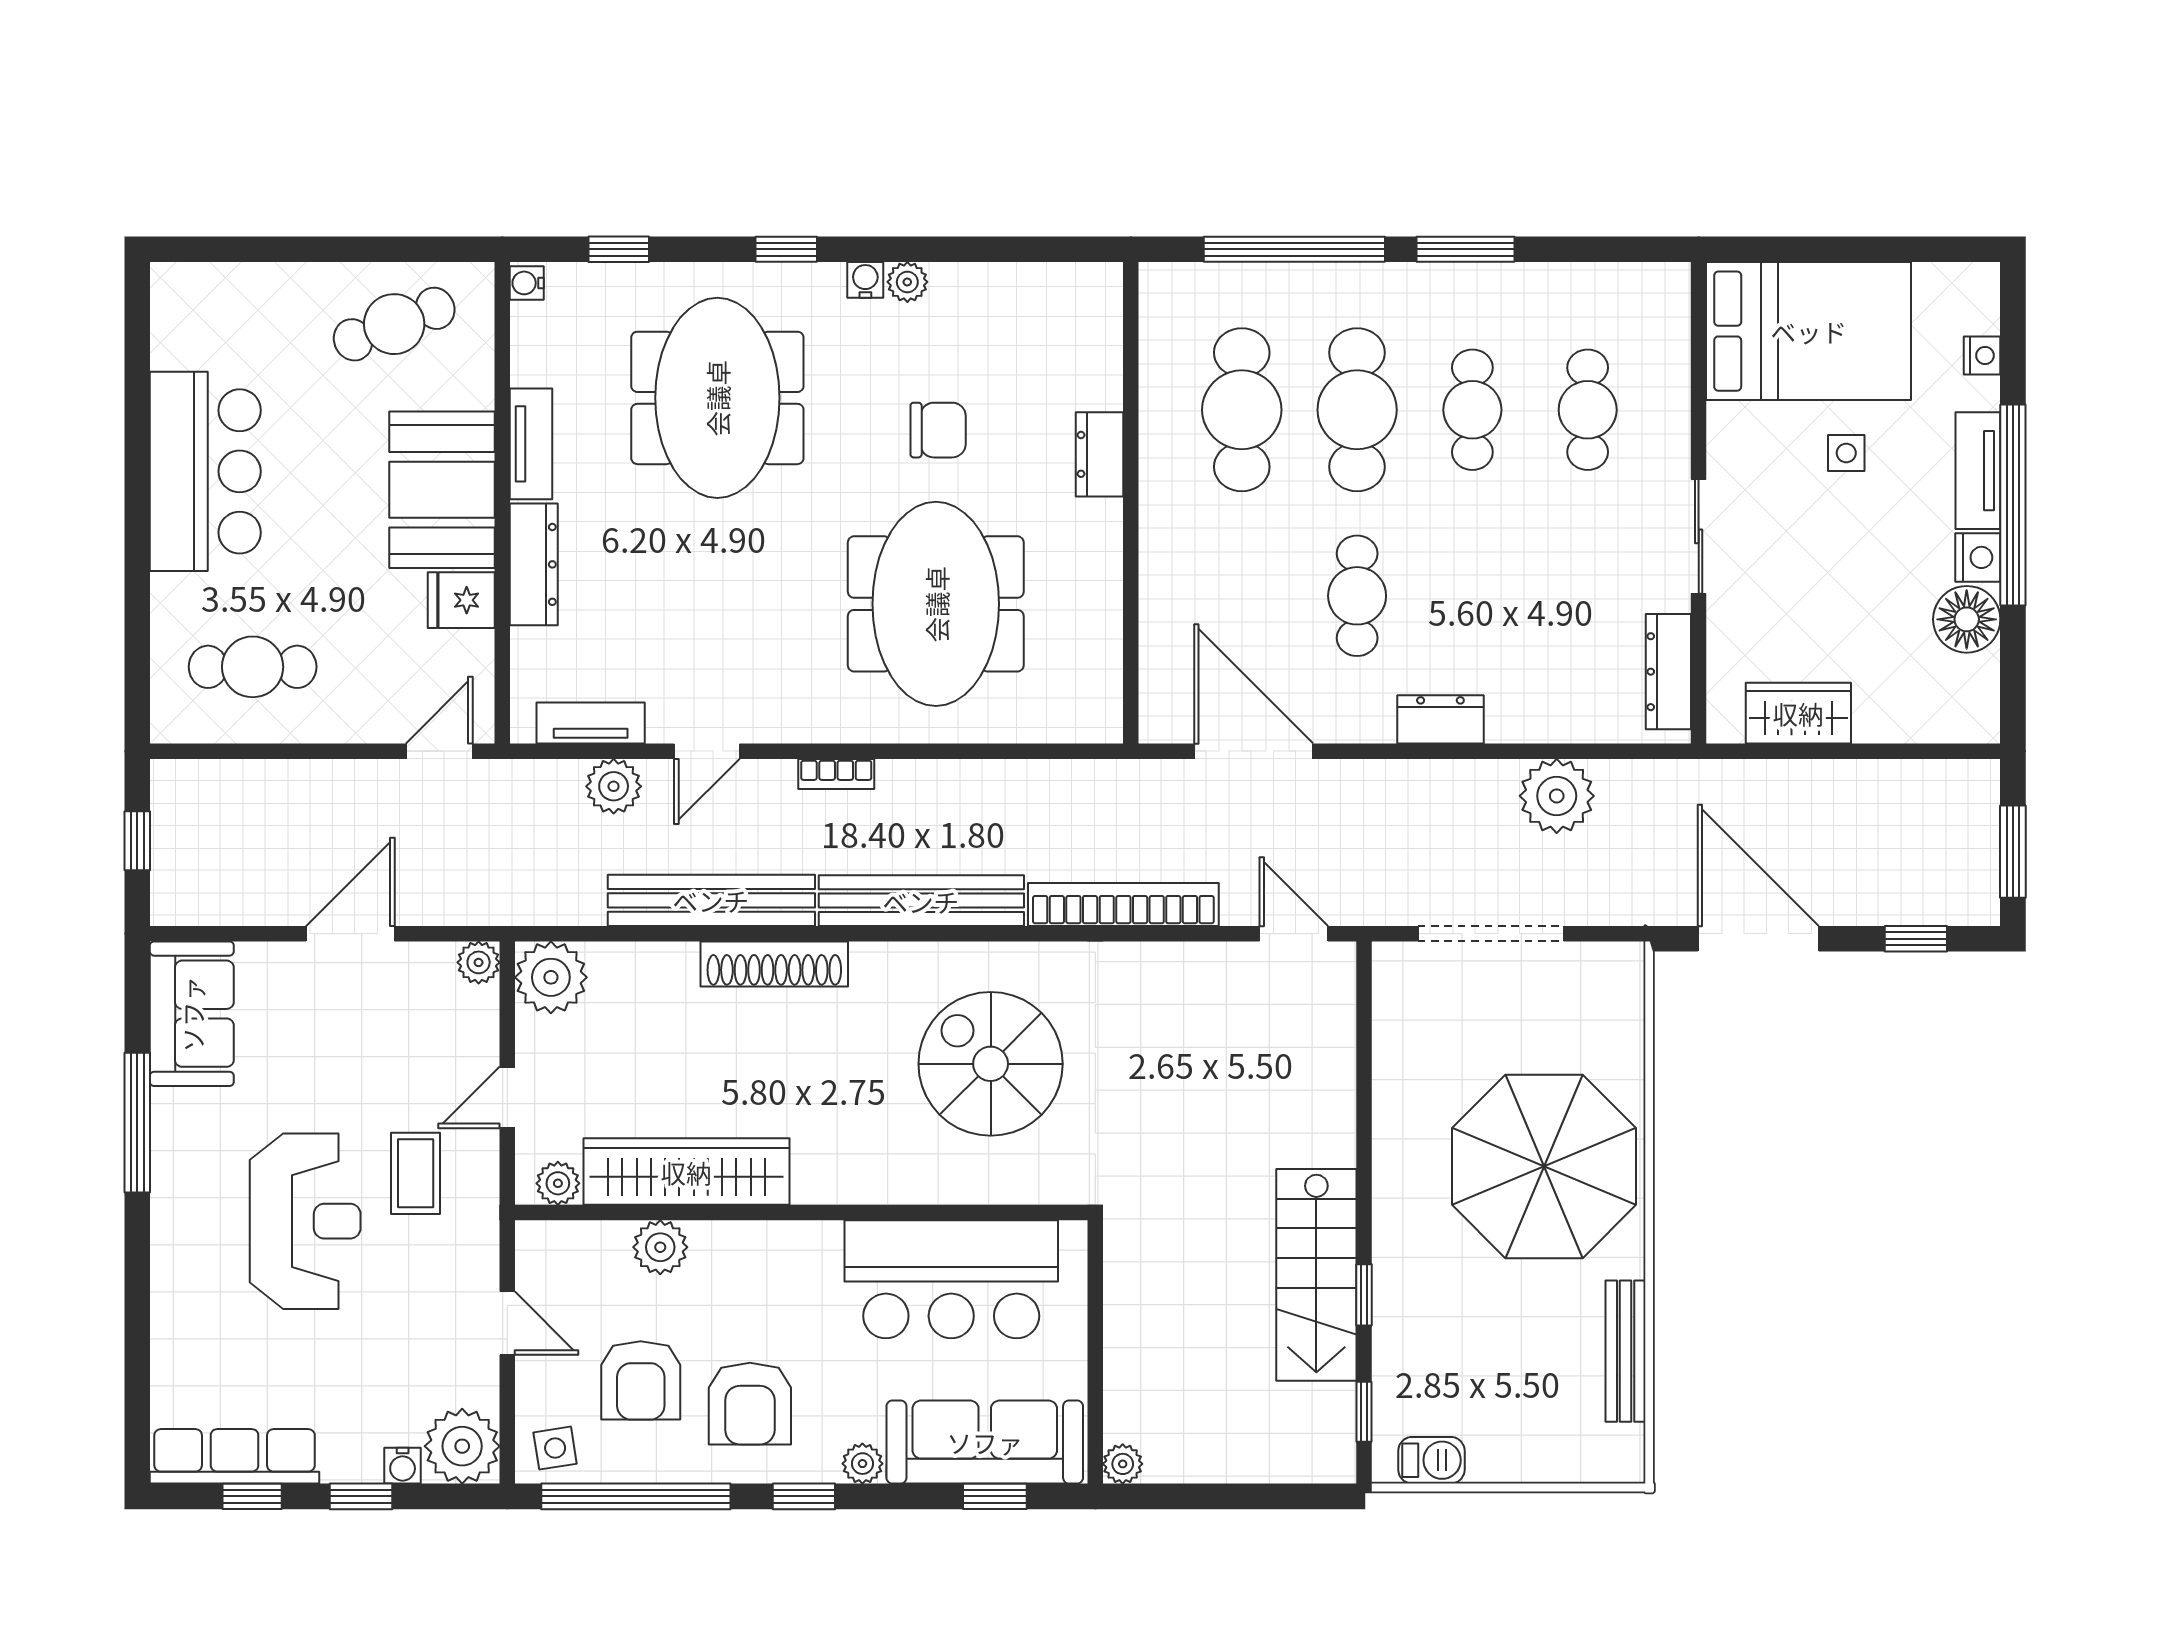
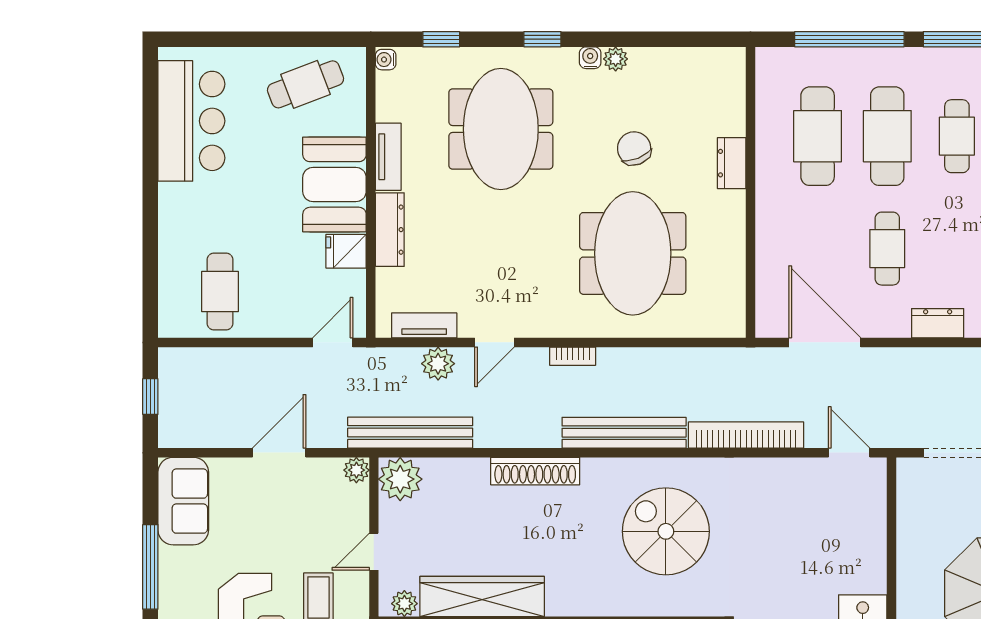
chair: (938, 430) -> (634, 148), turned -112
bar counter: (205, 471) -> (191, 121), moved
cafe table: (253, 667) -> (220, 291), turned 90
bench: (711, 900) -> (410, 433), moved

